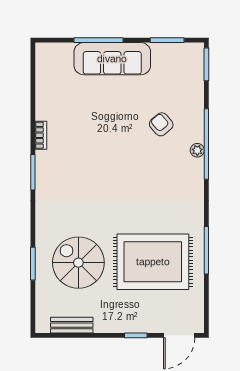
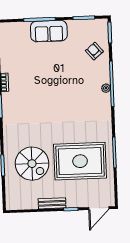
sofa: (112, 59) -> (49, 31), width x0.73
armchair: (161, 124) -> (94, 51), moved
spiral stairs: (78, 263) -> (32, 164), turned 180
bench: (72, 325) -> (52, 203), moved

